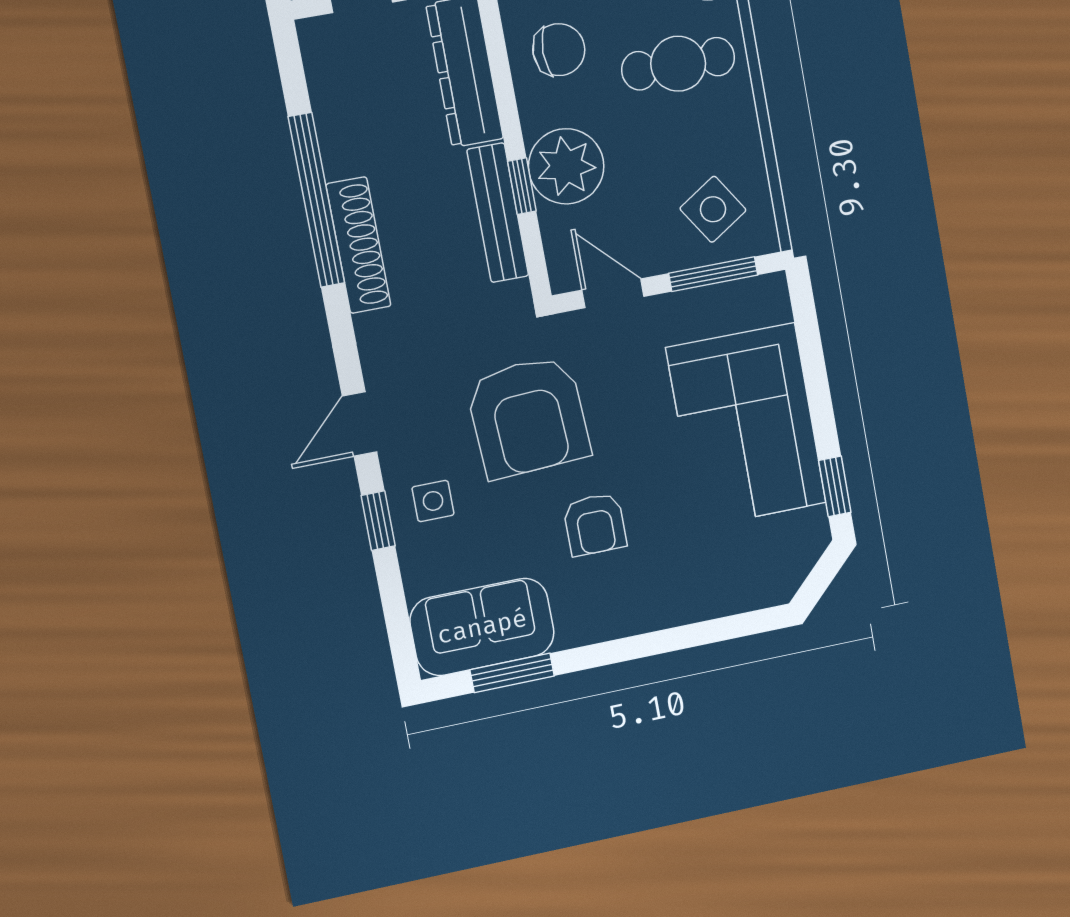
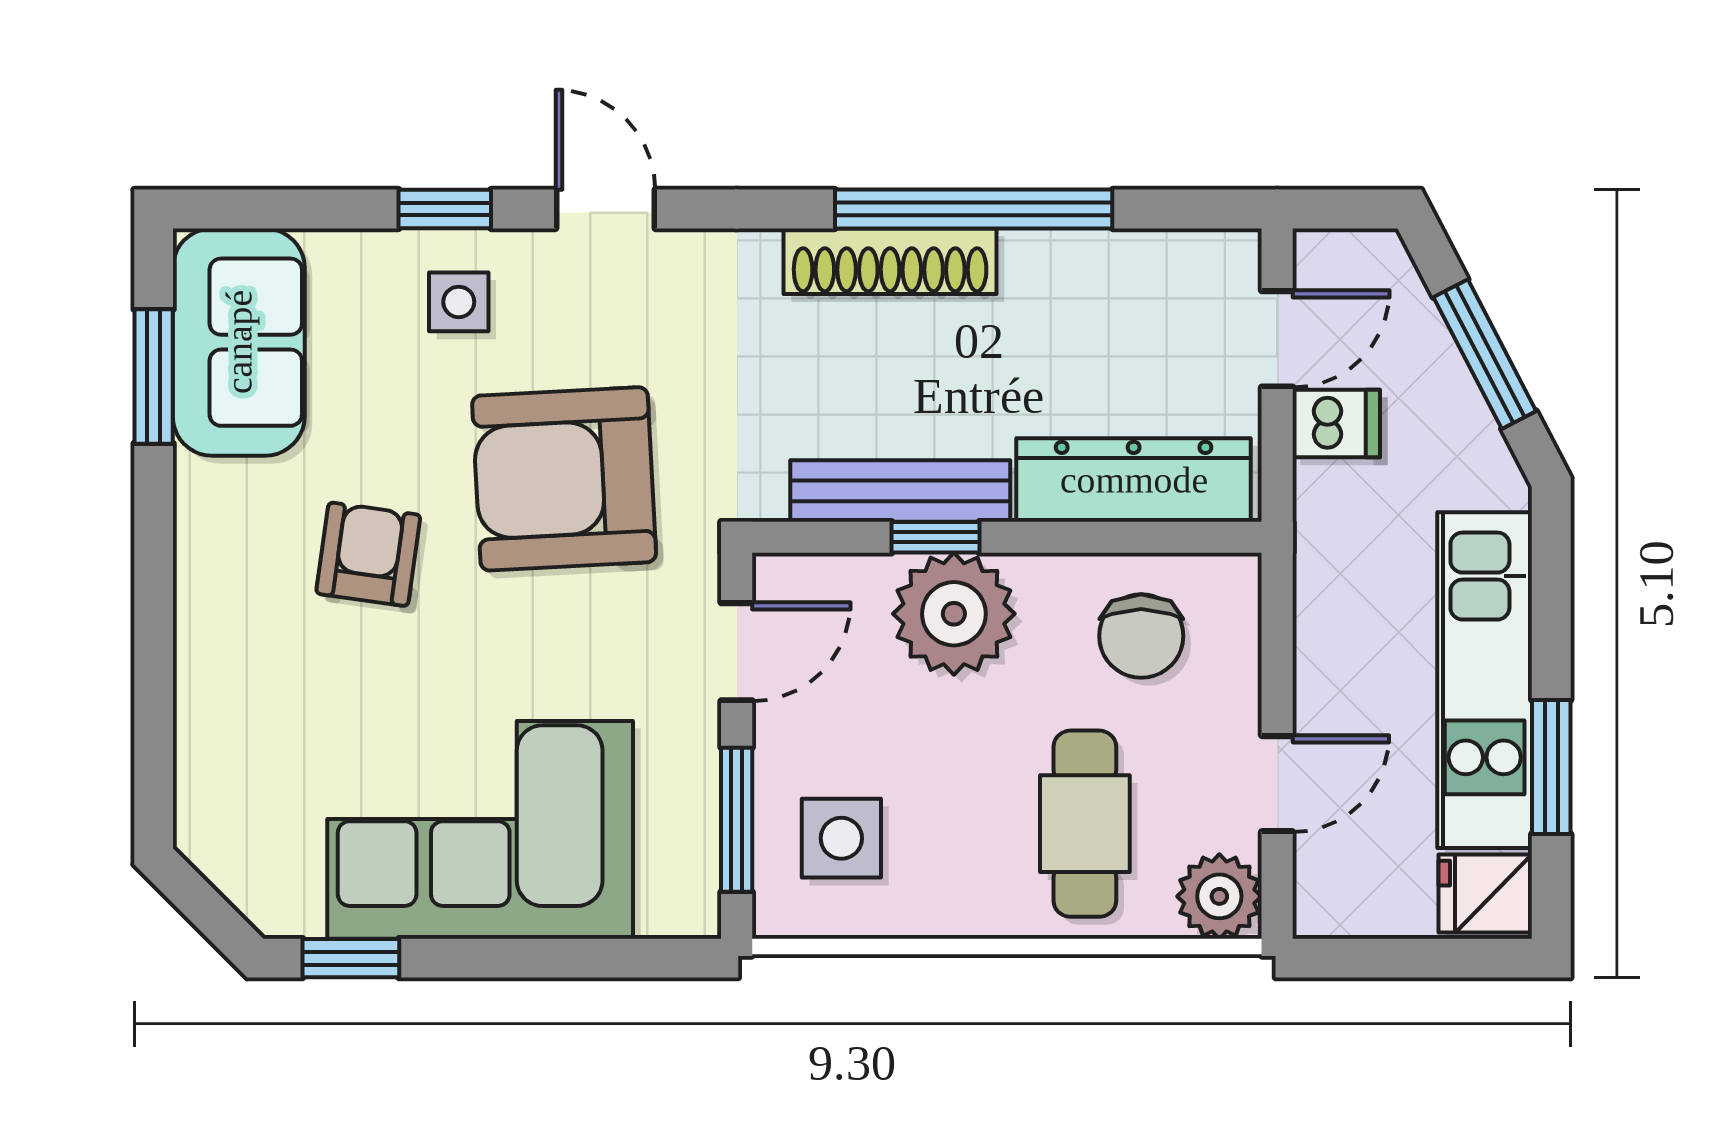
side table: (713, 209) -> (841, 838), turned 33
armchair: (595, 524) -> (368, 554), turned 98

